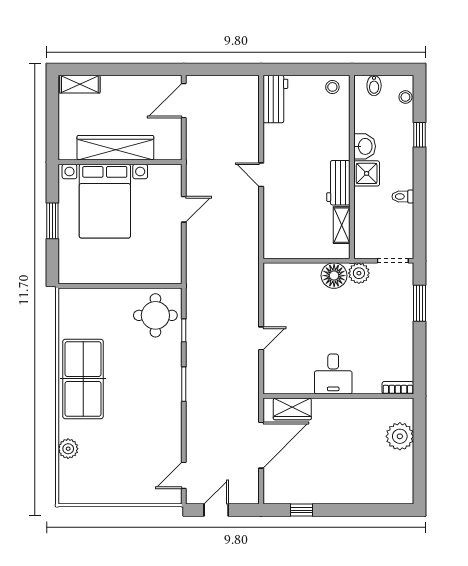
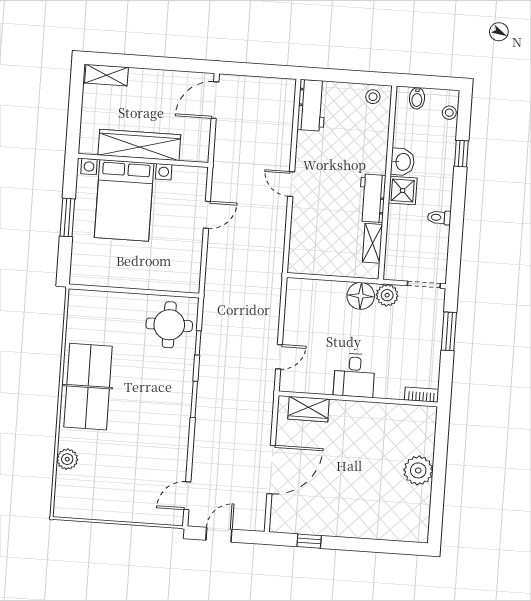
desk: (333, 374) -> (354, 375), moved
bookcase: (398, 388) -> (422, 395), moved
wall: (338, 396) -> (358, 399), moved
wardrobe: (292, 409) -> (308, 409), moved

